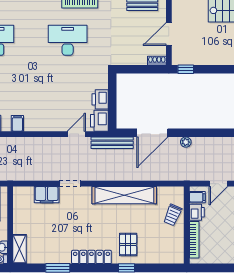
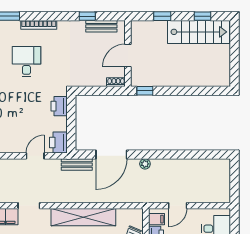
desk: (68, 40) -> (26, 62), width x0.73
printer: (100, 99) -> (59, 106), moved
bench: (112, 143) -> (77, 164), width x0.73

